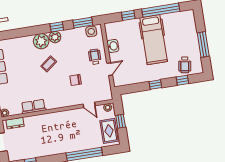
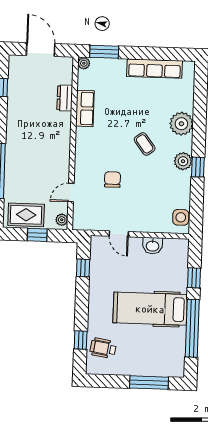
window: (83, 23) -> (196, 207), removed
plant: (41, 41) -> (181, 124), moved
window: (203, 44) -> (149, 383), moved
wheelchair: (95, 57) -> (142, 215), removed
window: (155, 85) -> (83, 268), moved
dresser: (15, 123) -> (65, 98), moved

